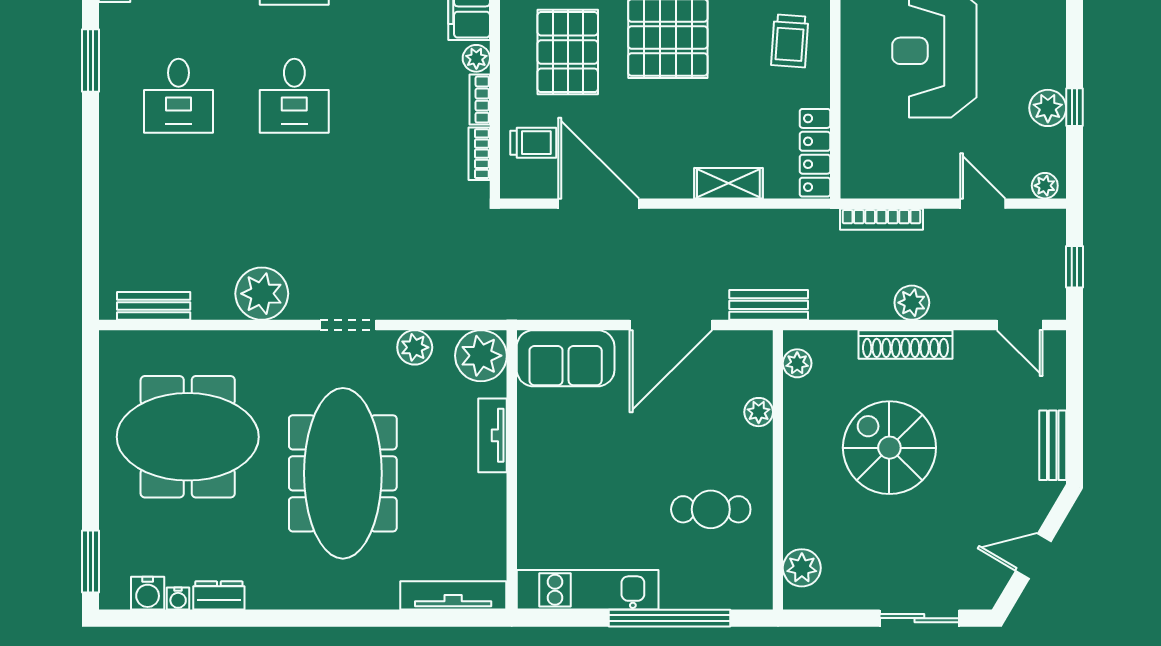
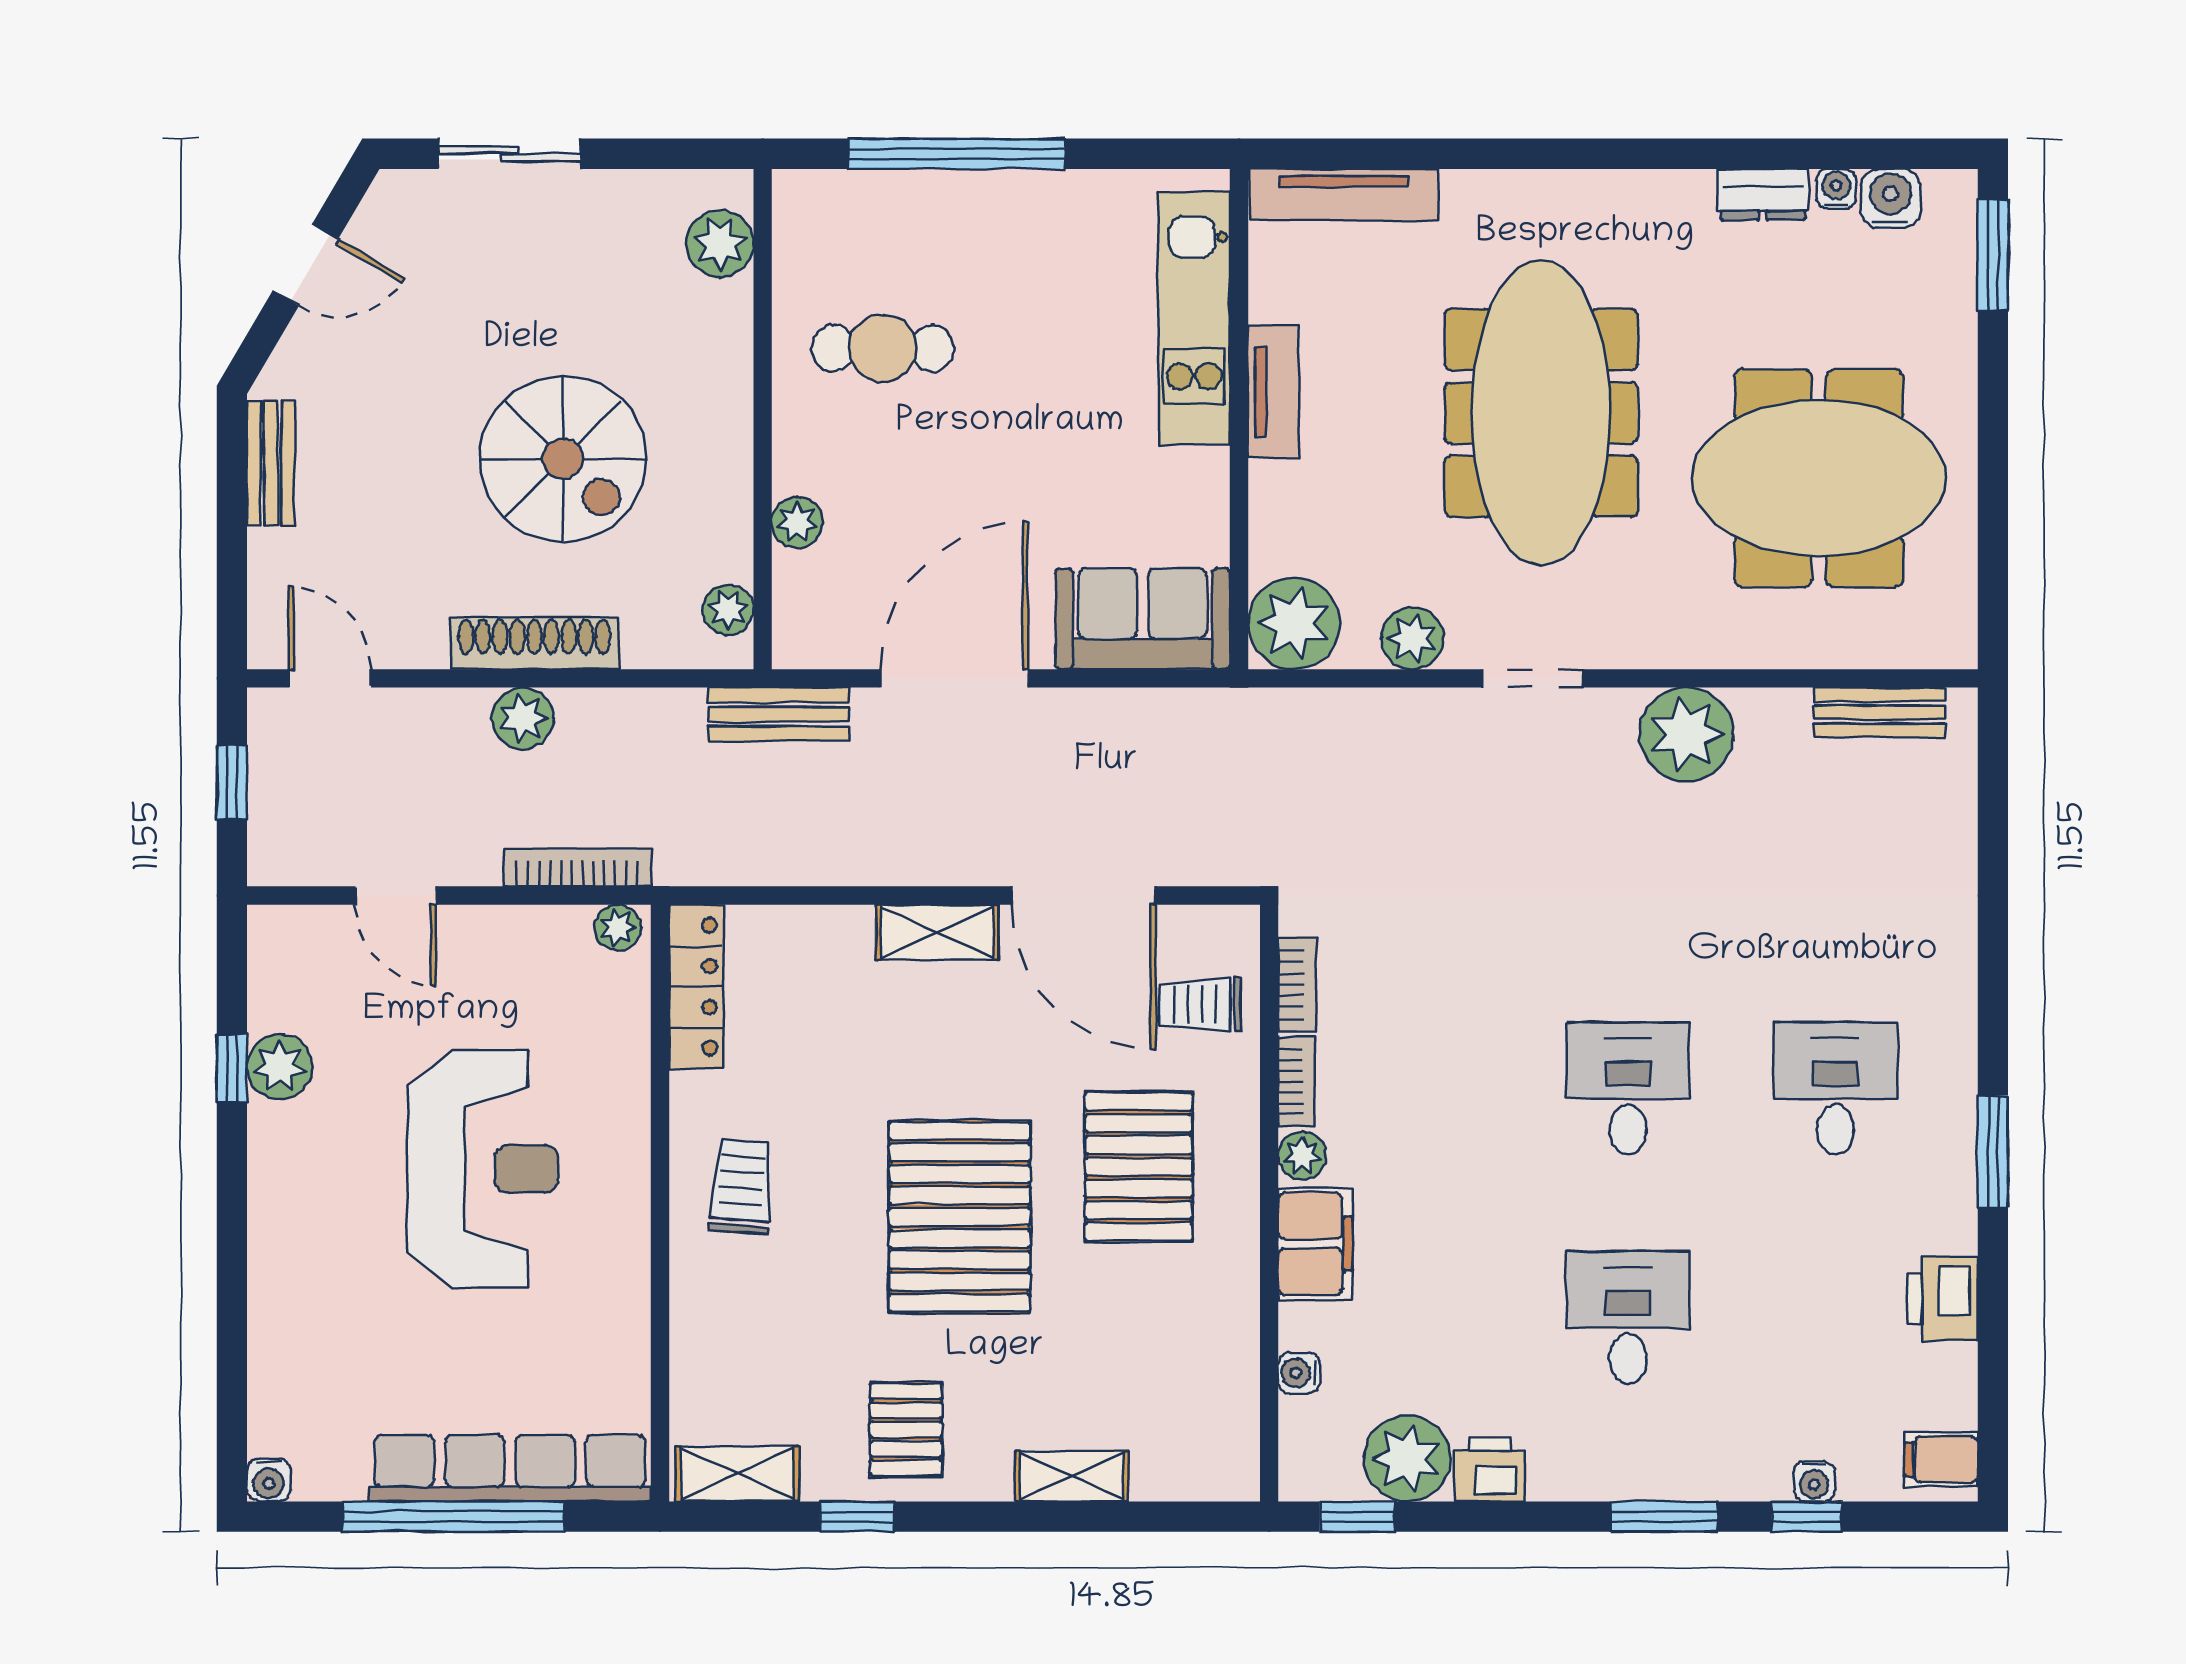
shelving: (728, 183) -> (937, 932), moved
plant: (1045, 186) -> (618, 928), moved
tv unit: (493, 435) -> (1273, 392), moved
kitchen unit: (588, 590) -> (1194, 318), moved, turned 90

